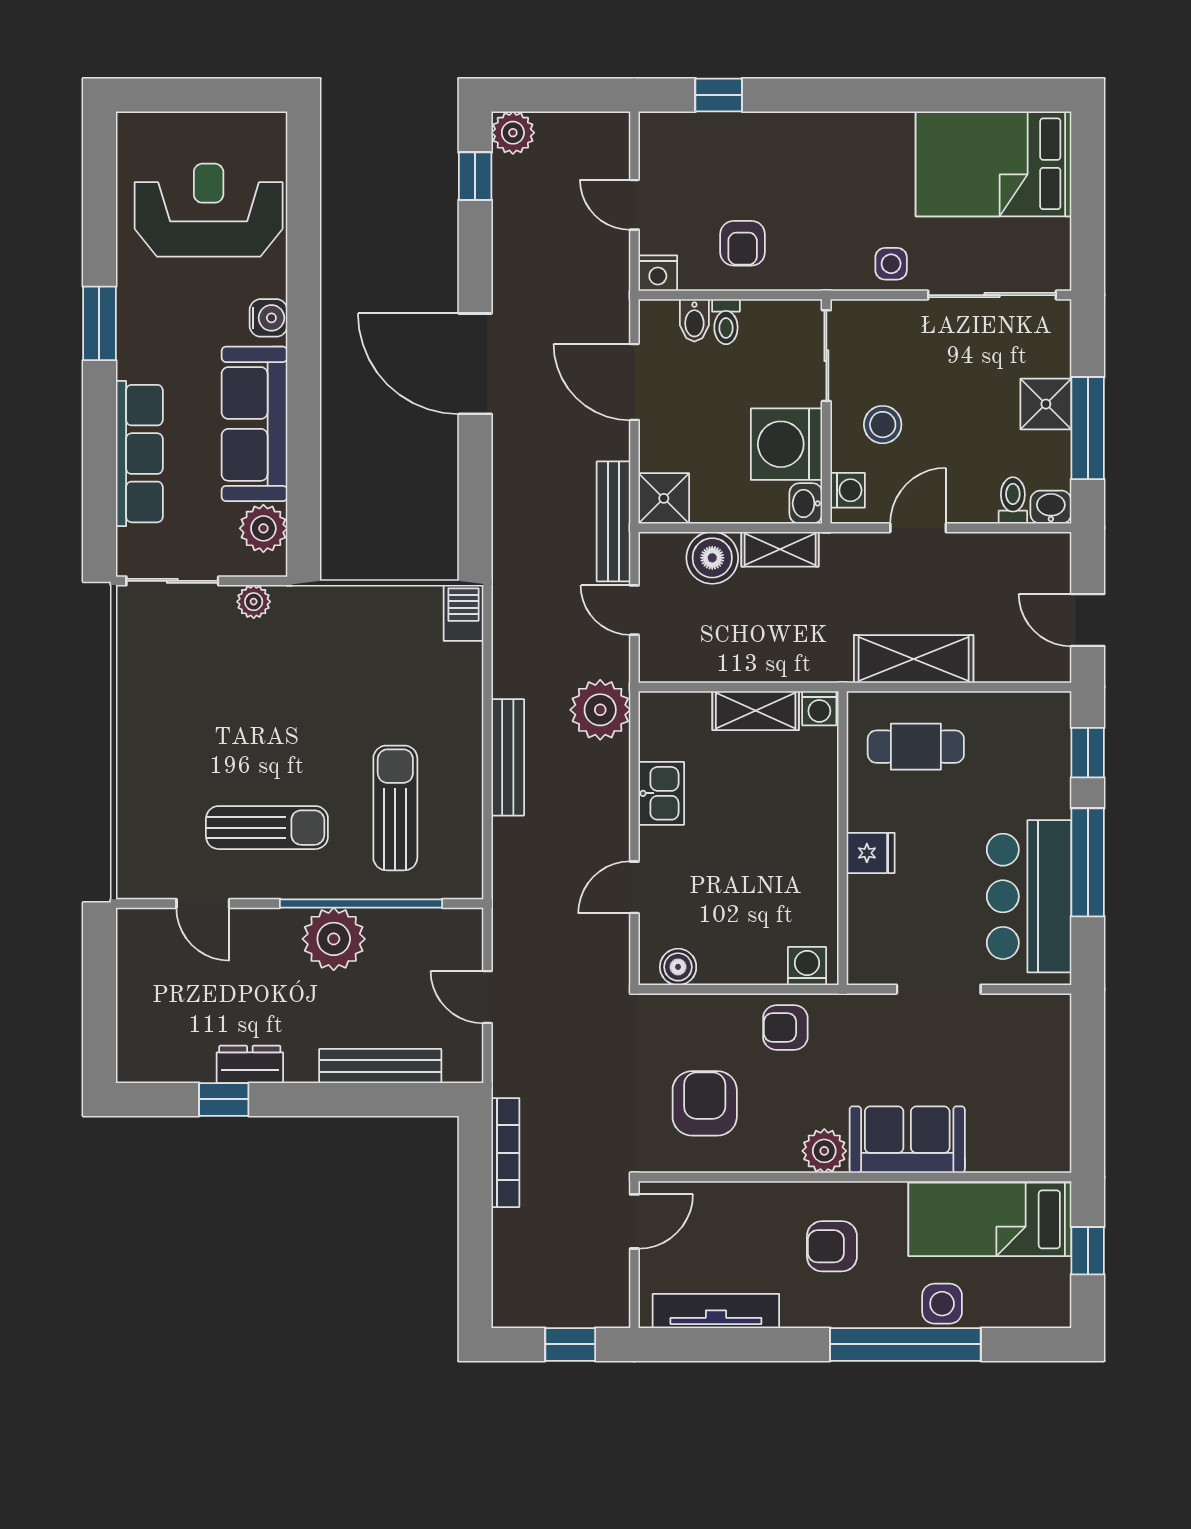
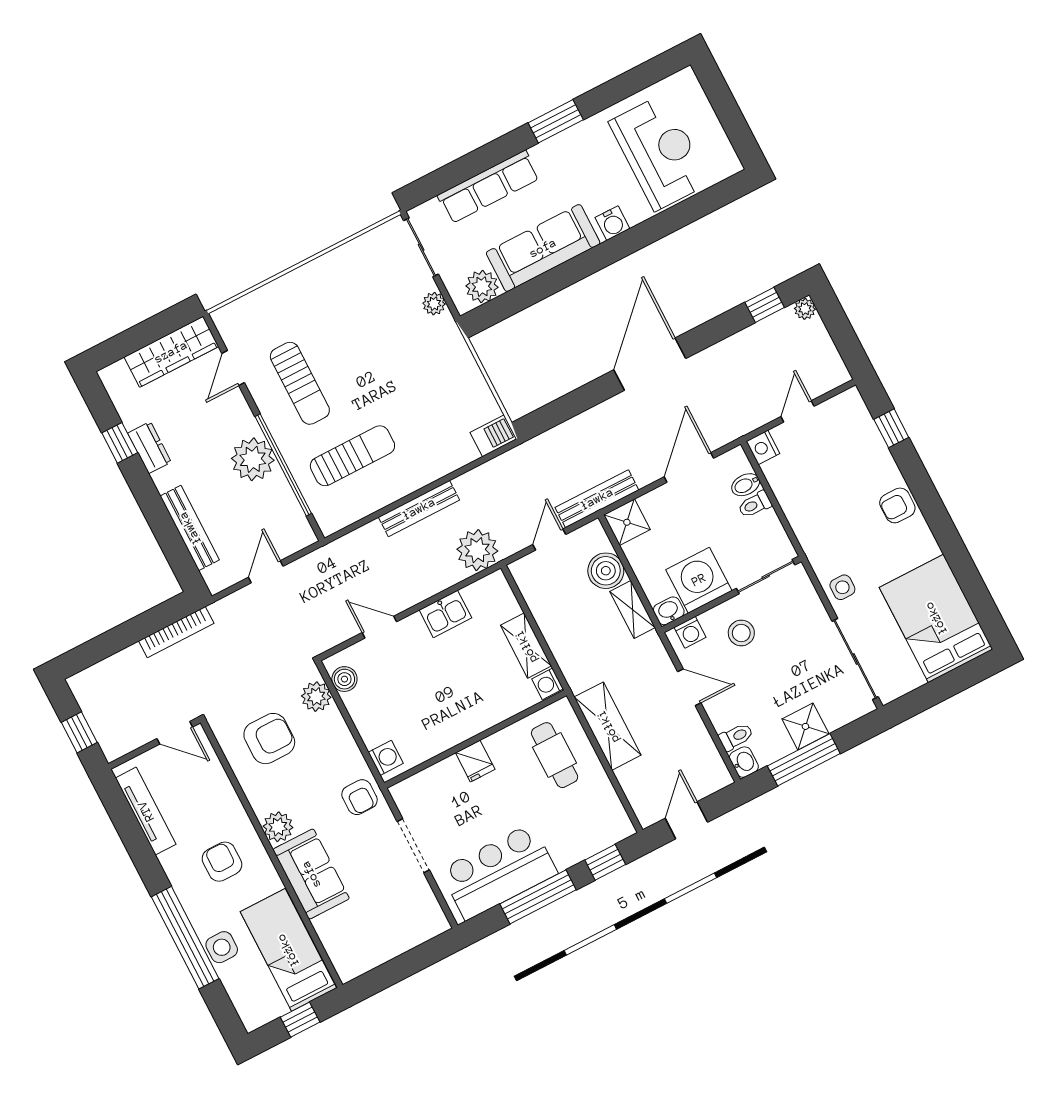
plant: (513, 133) -> (805, 309), width x0.73, depth x0.73
armchair: (743, 243) -> (897, 505), moved
wardrobe: (141, 972) -> (171, 352), added
plant: (682, 1015) -> (316, 697), added
armchair: (785, 1027) -> (360, 797), moved, turned 180

